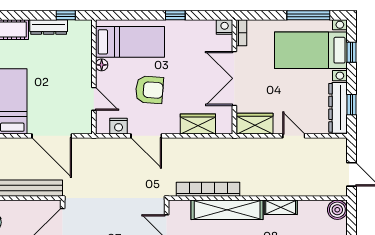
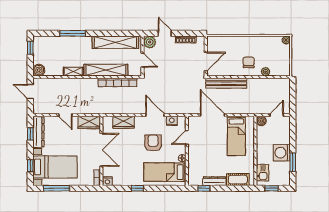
armchair: (149, 90) -> (153, 143), turned 86
door: (94, 99) -> (187, 137), hinge flipped

